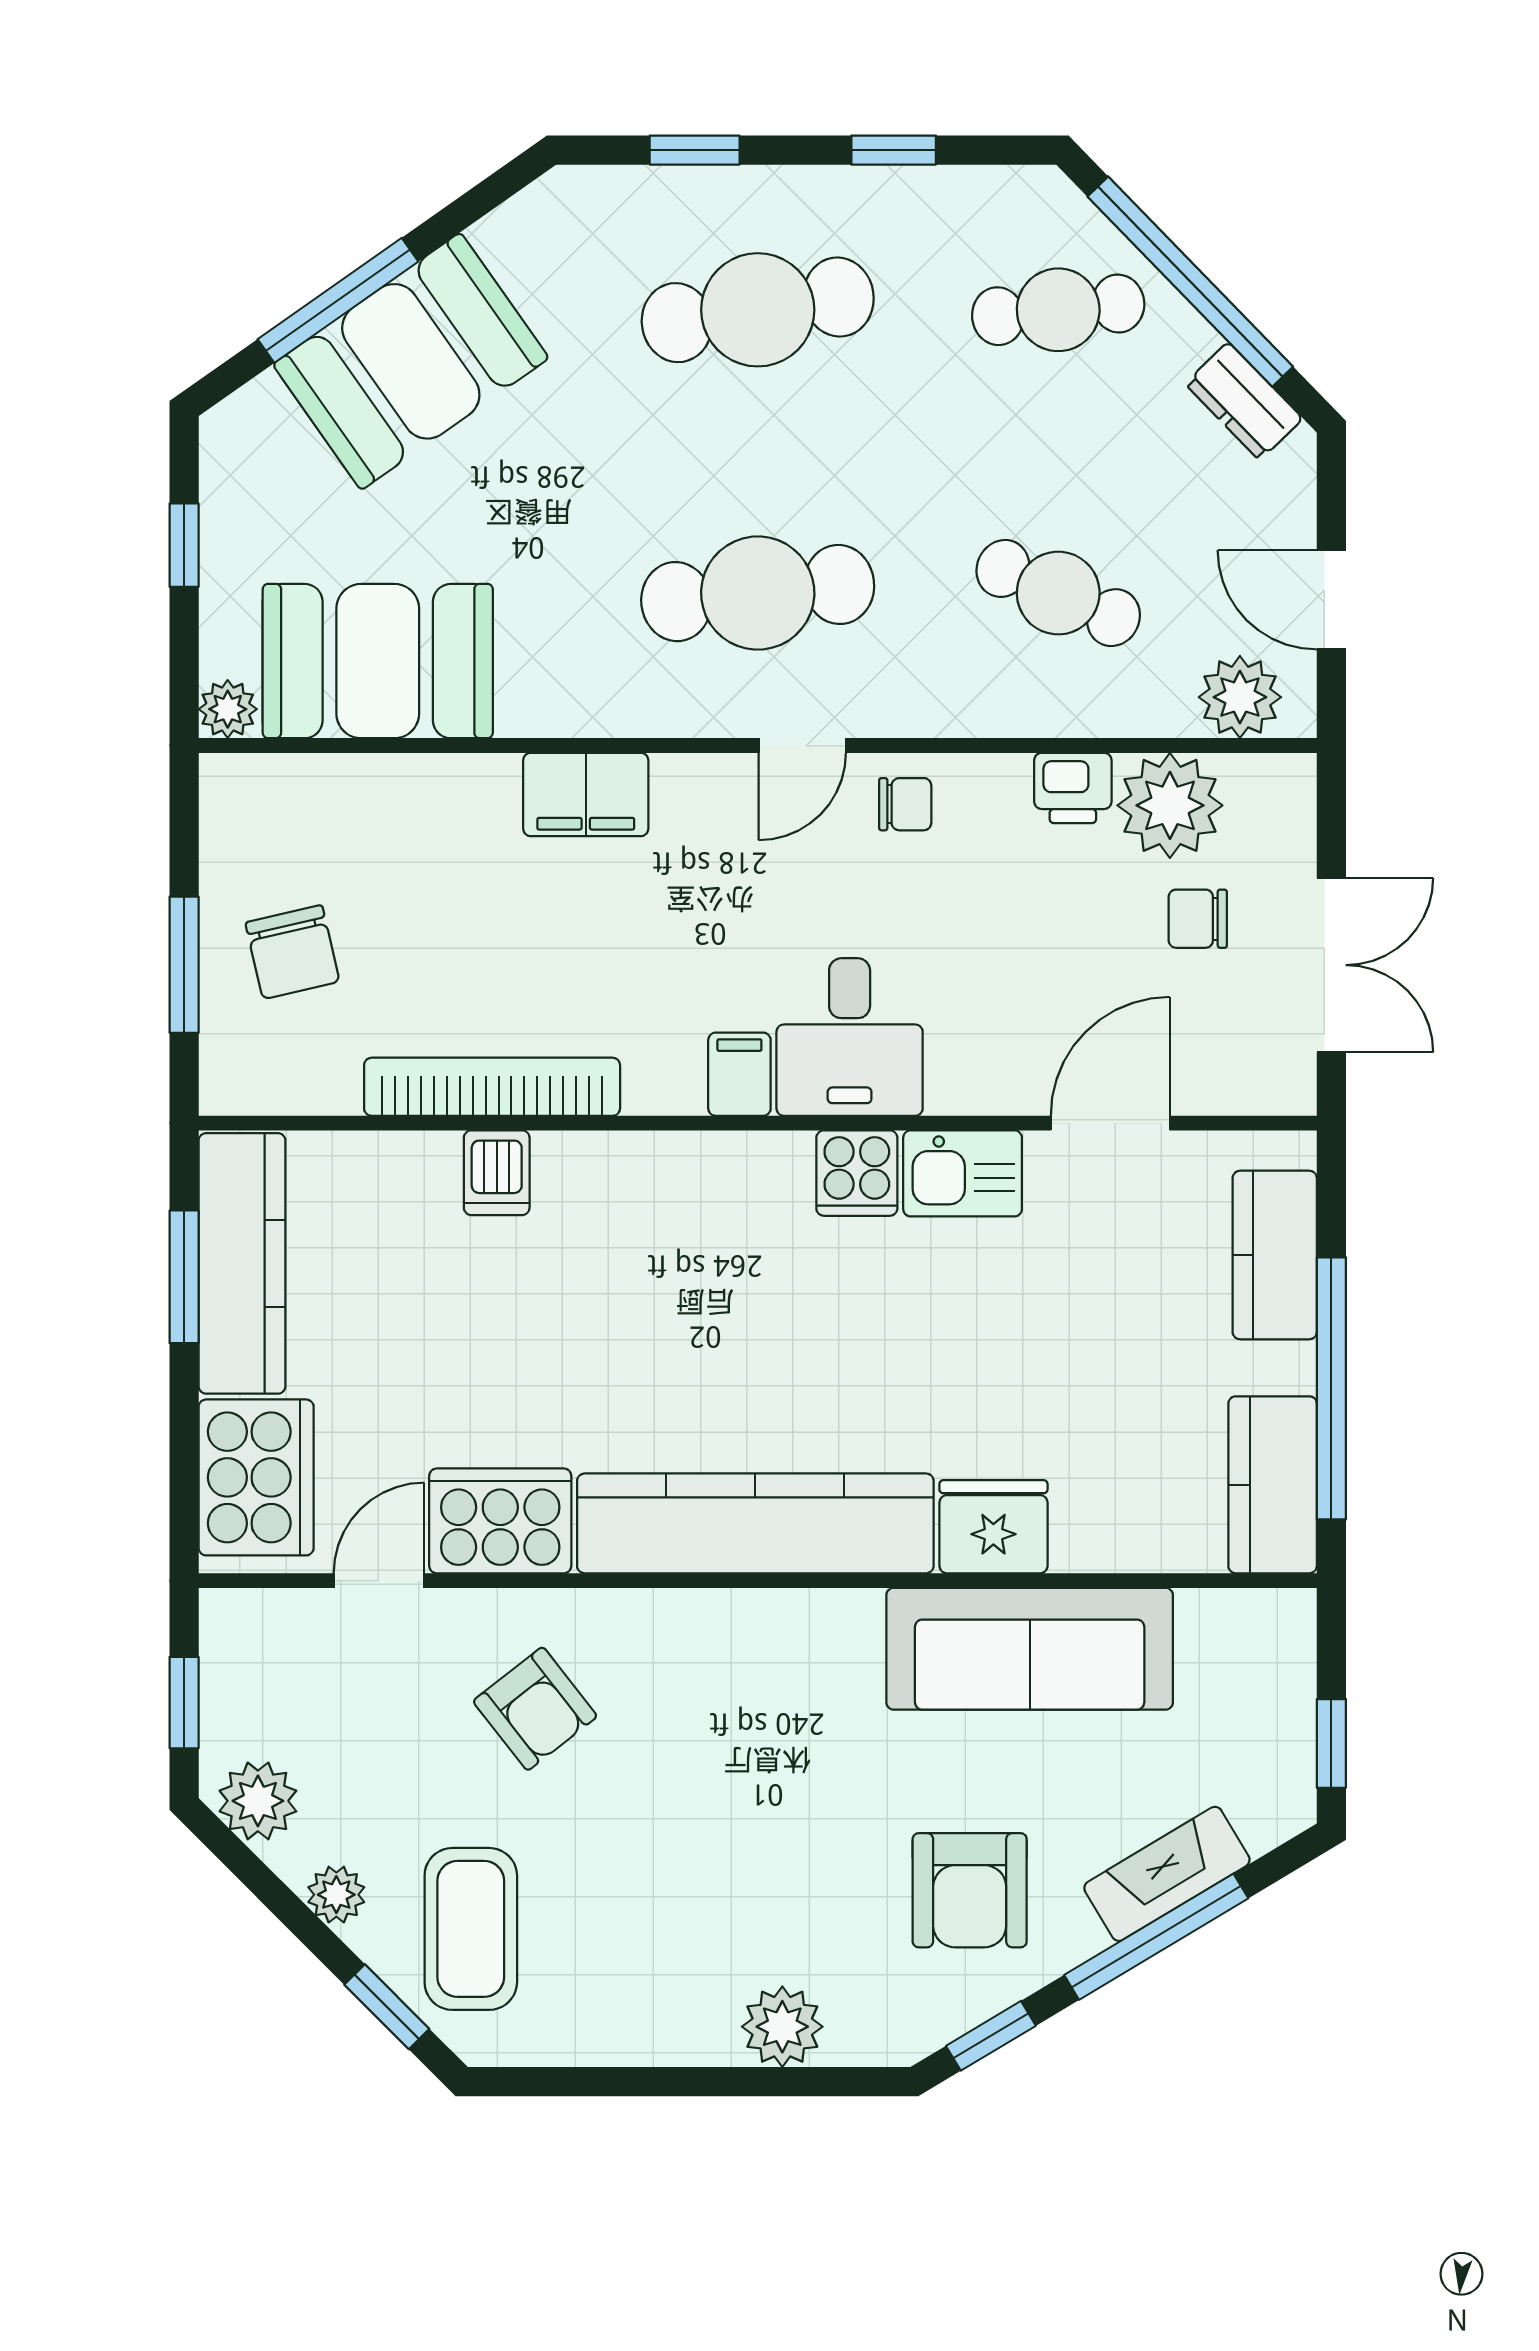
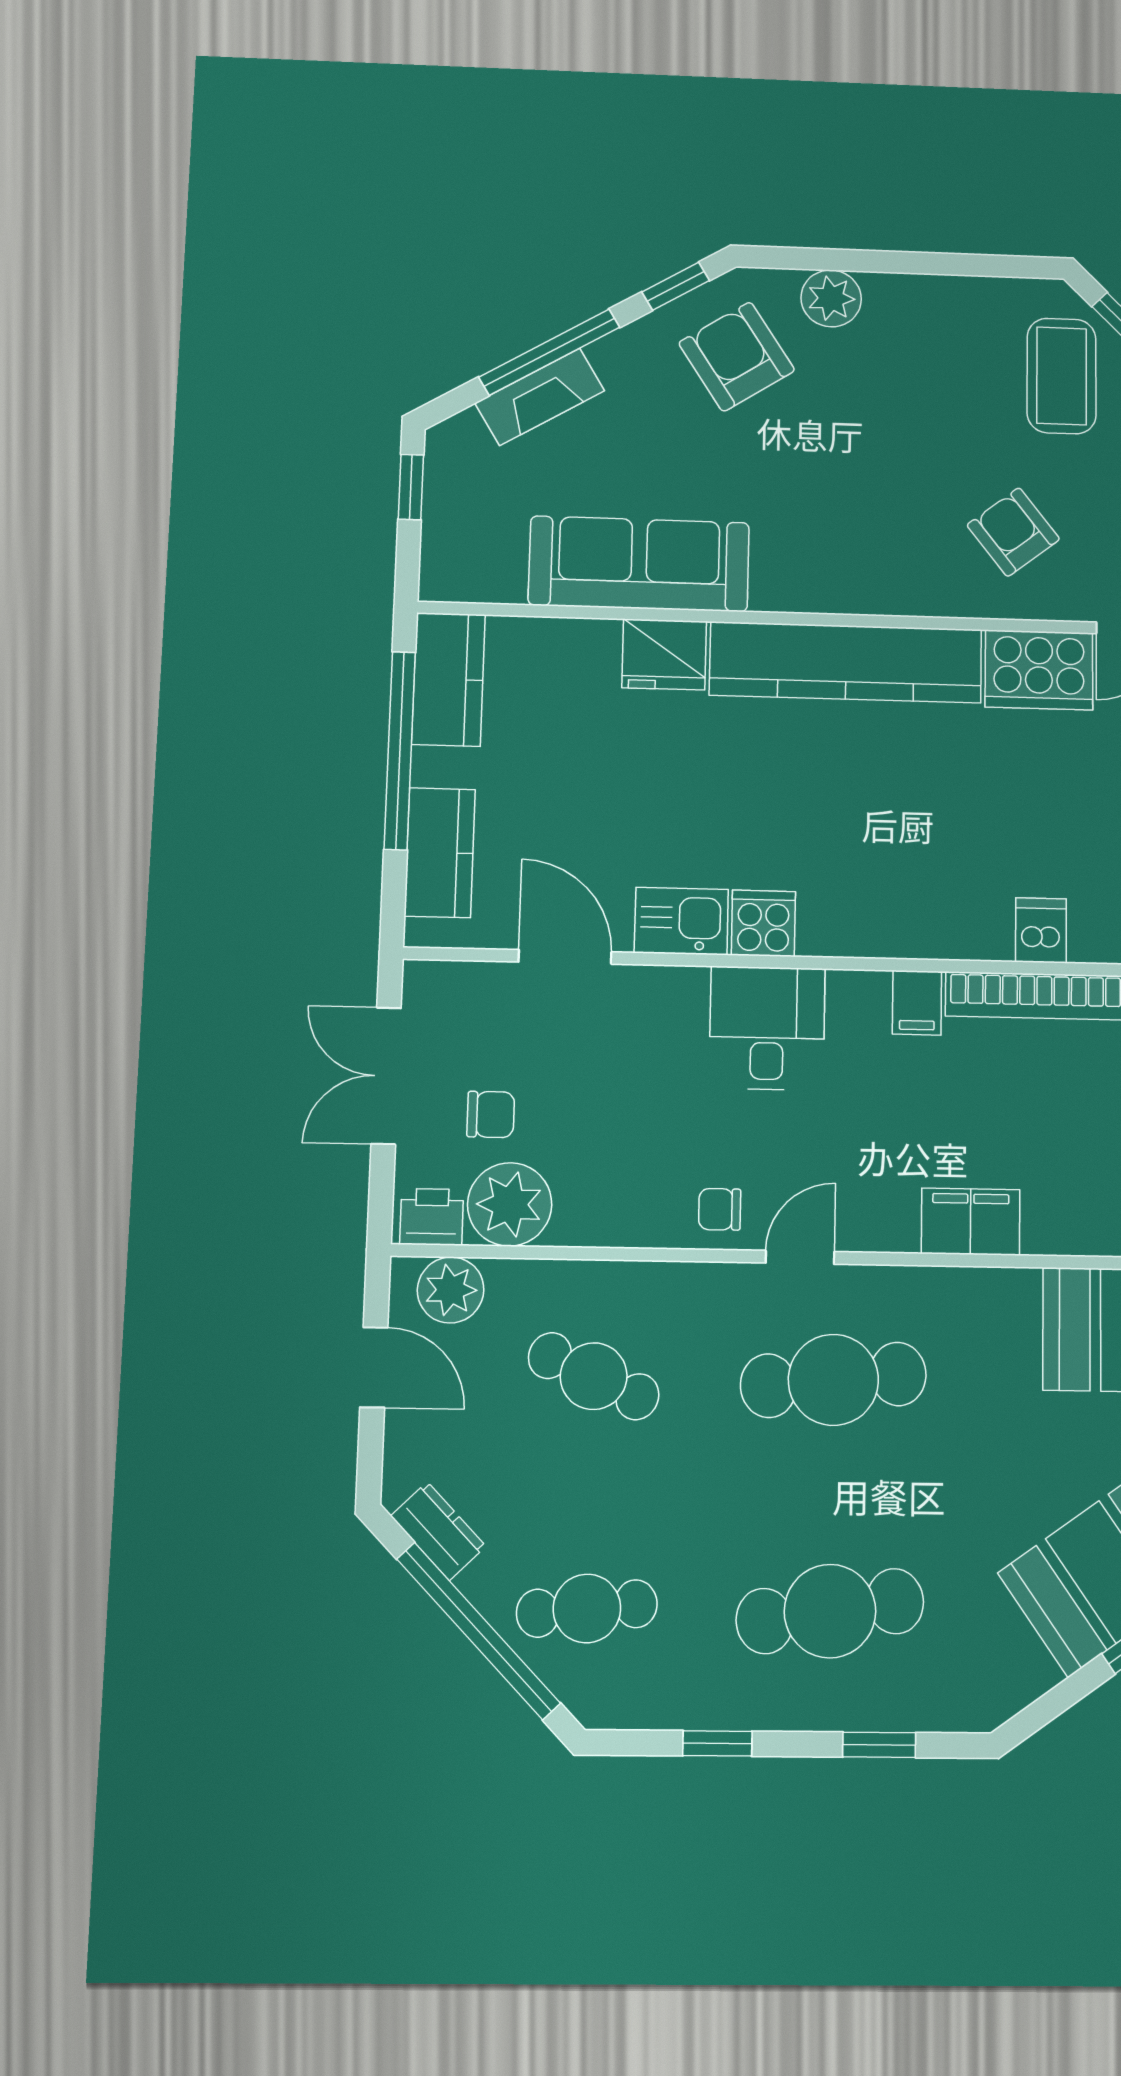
printer: (1073, 788) -> (432, 1217), moved
filing cabinet: (739, 1074) -> (917, 1003), moved
door: (1110, 1123) -> (565, 957), swing flipped
armchair: (970, 1890) -> (737, 357), moved, turned -33

